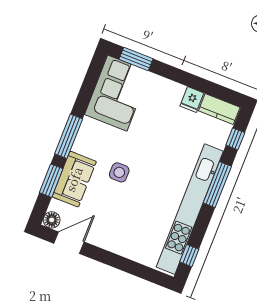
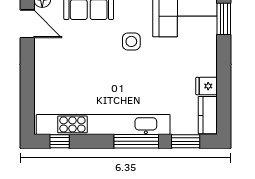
window: (235, 139) -> (186, 141), width x1.50
side table: (119, 172) -> (131, 41), moved

